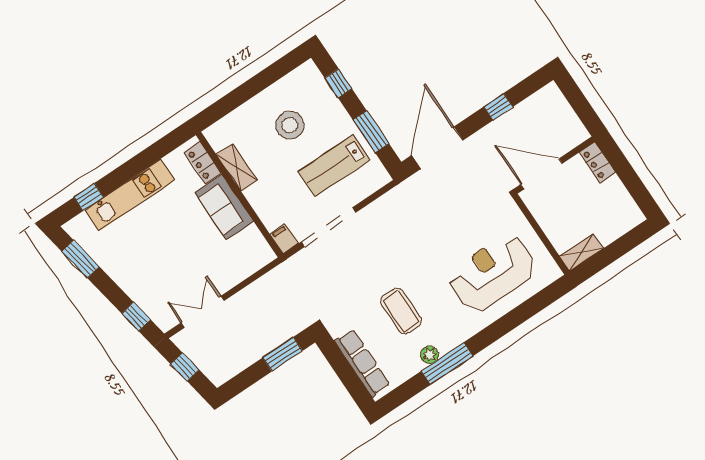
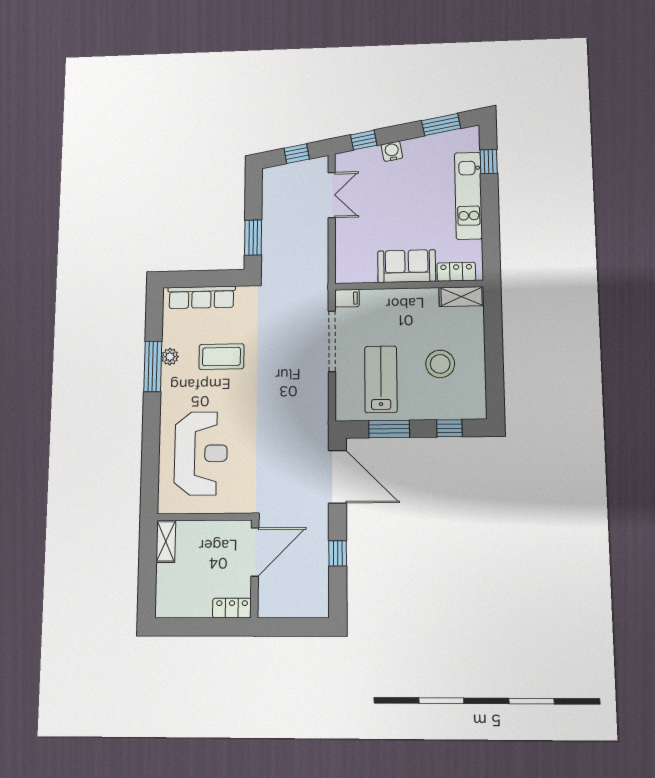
shelving: (237, 167) -> (462, 297), moved
water cooler: (131, 286) -> (392, 151), added

